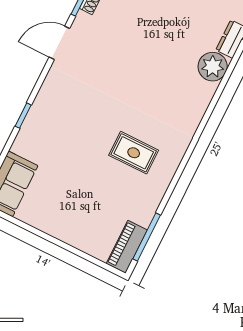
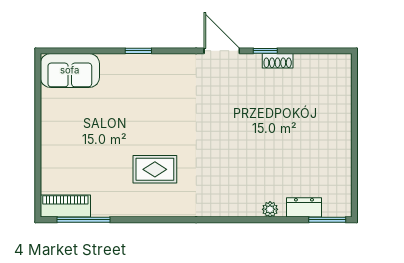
plant: (213, 67) -> (270, 209), width x0.53, depth x0.53
rug: (134, 153) -> (155, 169), turned 90

